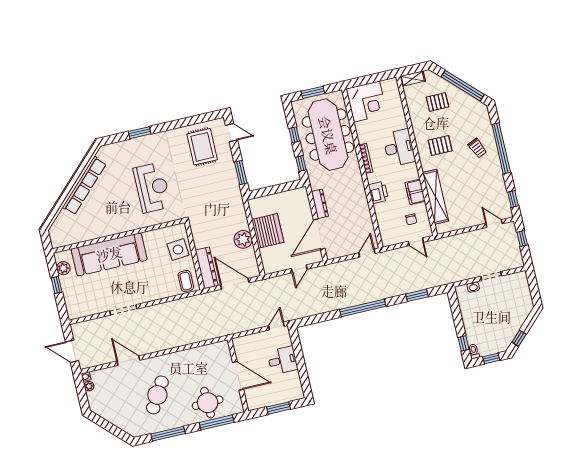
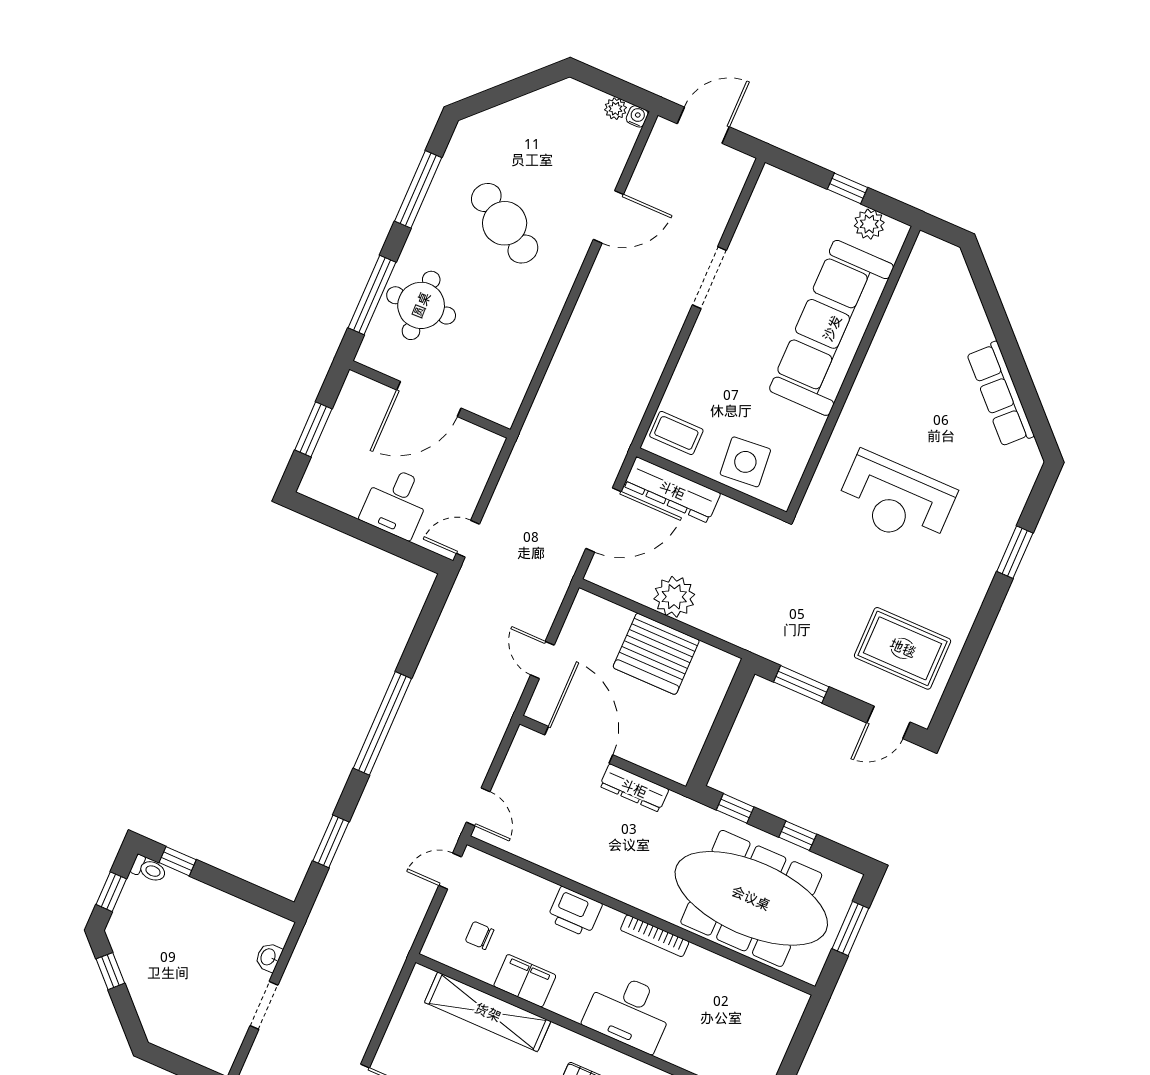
corner desk: (367, 102) -> (759, 1015), removed
row of seats: (84, 185) -> (1000, 394), width x0.73
door: (416, 242) -> (450, 871), moved
door: (276, 326) -> (468, 539), swing flipped

